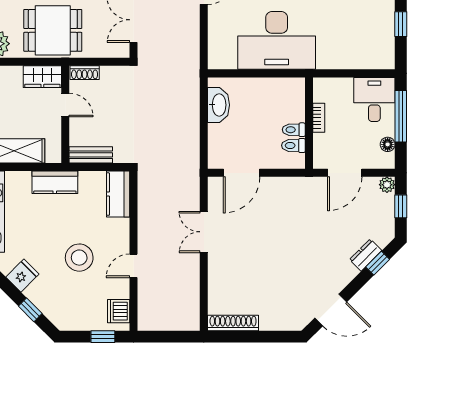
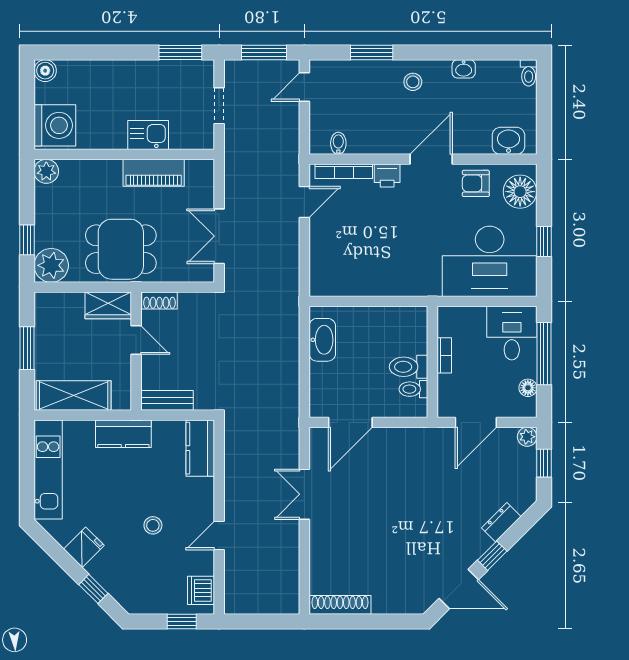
desk: (277, 40) -> (490, 261), moved
toilet: (294, 130) -> (409, 367), width x1.37, depth x1.39
stool: (79, 258) -> (153, 525), width x0.53, depth x0.53
window: (378, 263) -> (492, 556), moved

